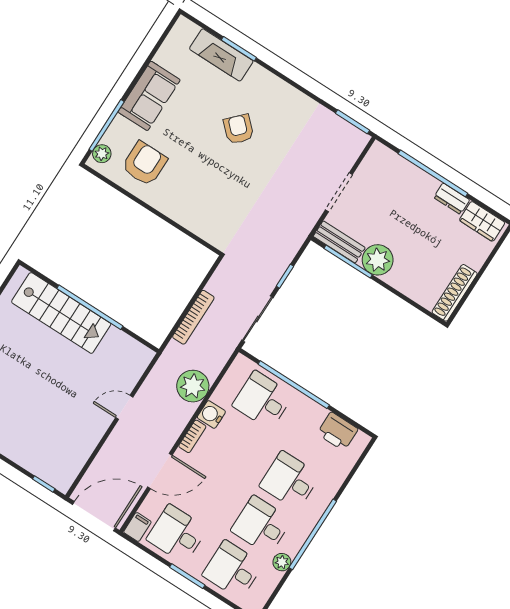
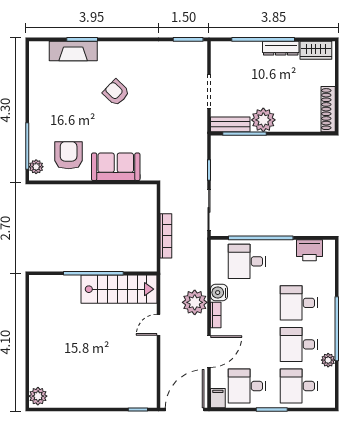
sofa: (149, 96) -> (116, 167), moved, turned -90
dresser: (452, 199) -> (281, 48), width x1.44
stairs: (61, 313) -> (119, 289), moved
plant: (193, 386) -> (195, 302), moved

